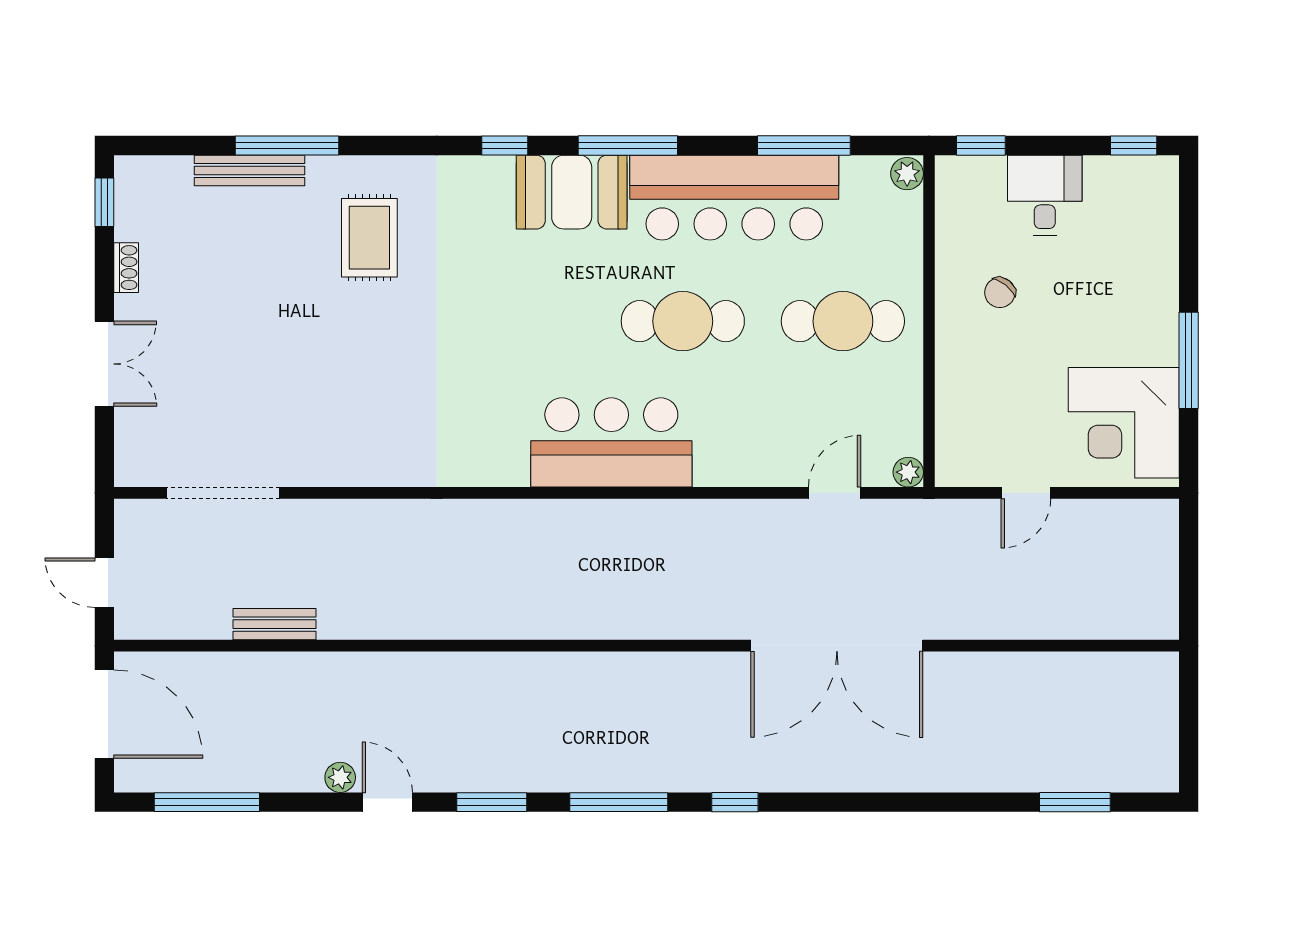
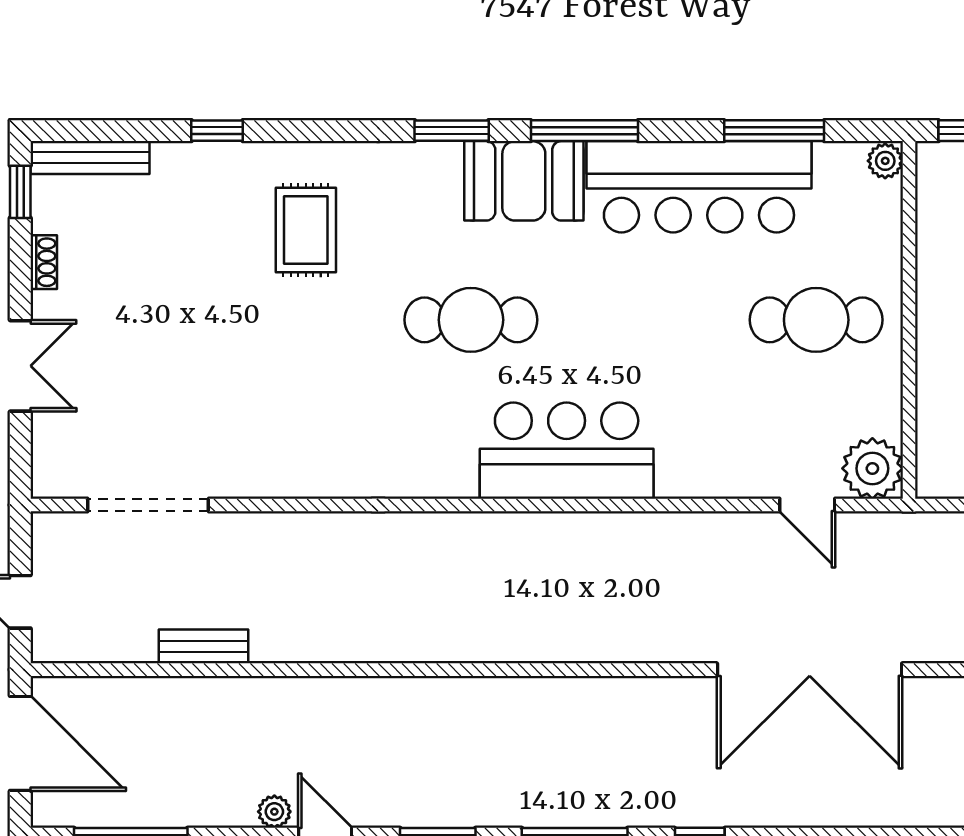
window: (287, 146) -> (217, 131), width x0.46
window: (505, 146) -> (452, 131), width x1.50
bench: (249, 170) -> (90, 158), moved
cafe table: (683, 321) -> (471, 320), moved
plant: (908, 472) -> (872, 468), width x1.87, depth x1.87
door: (835, 493) -> (807, 505), swing flipped

